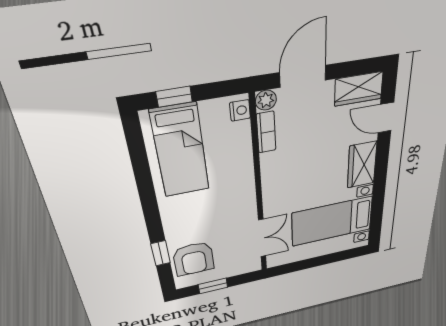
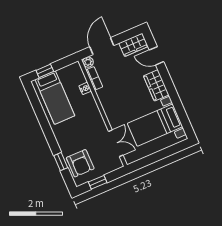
nightstand: (240, 110) -> (85, 88), moved

